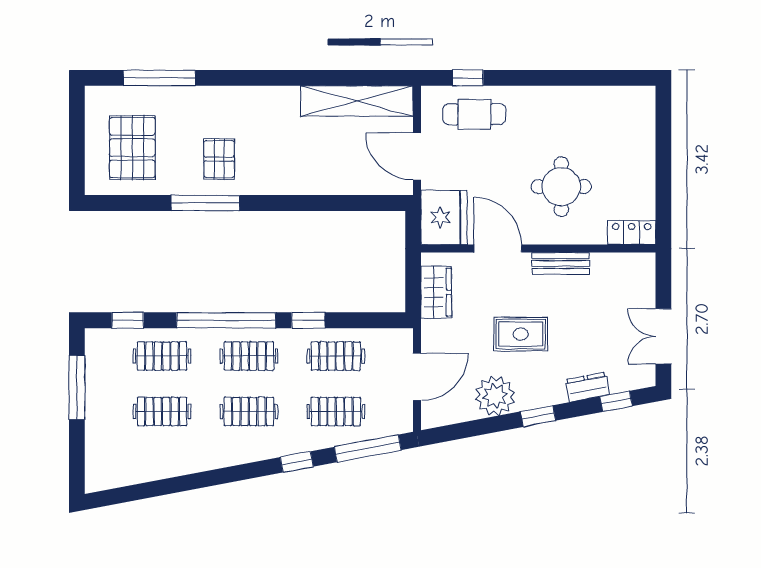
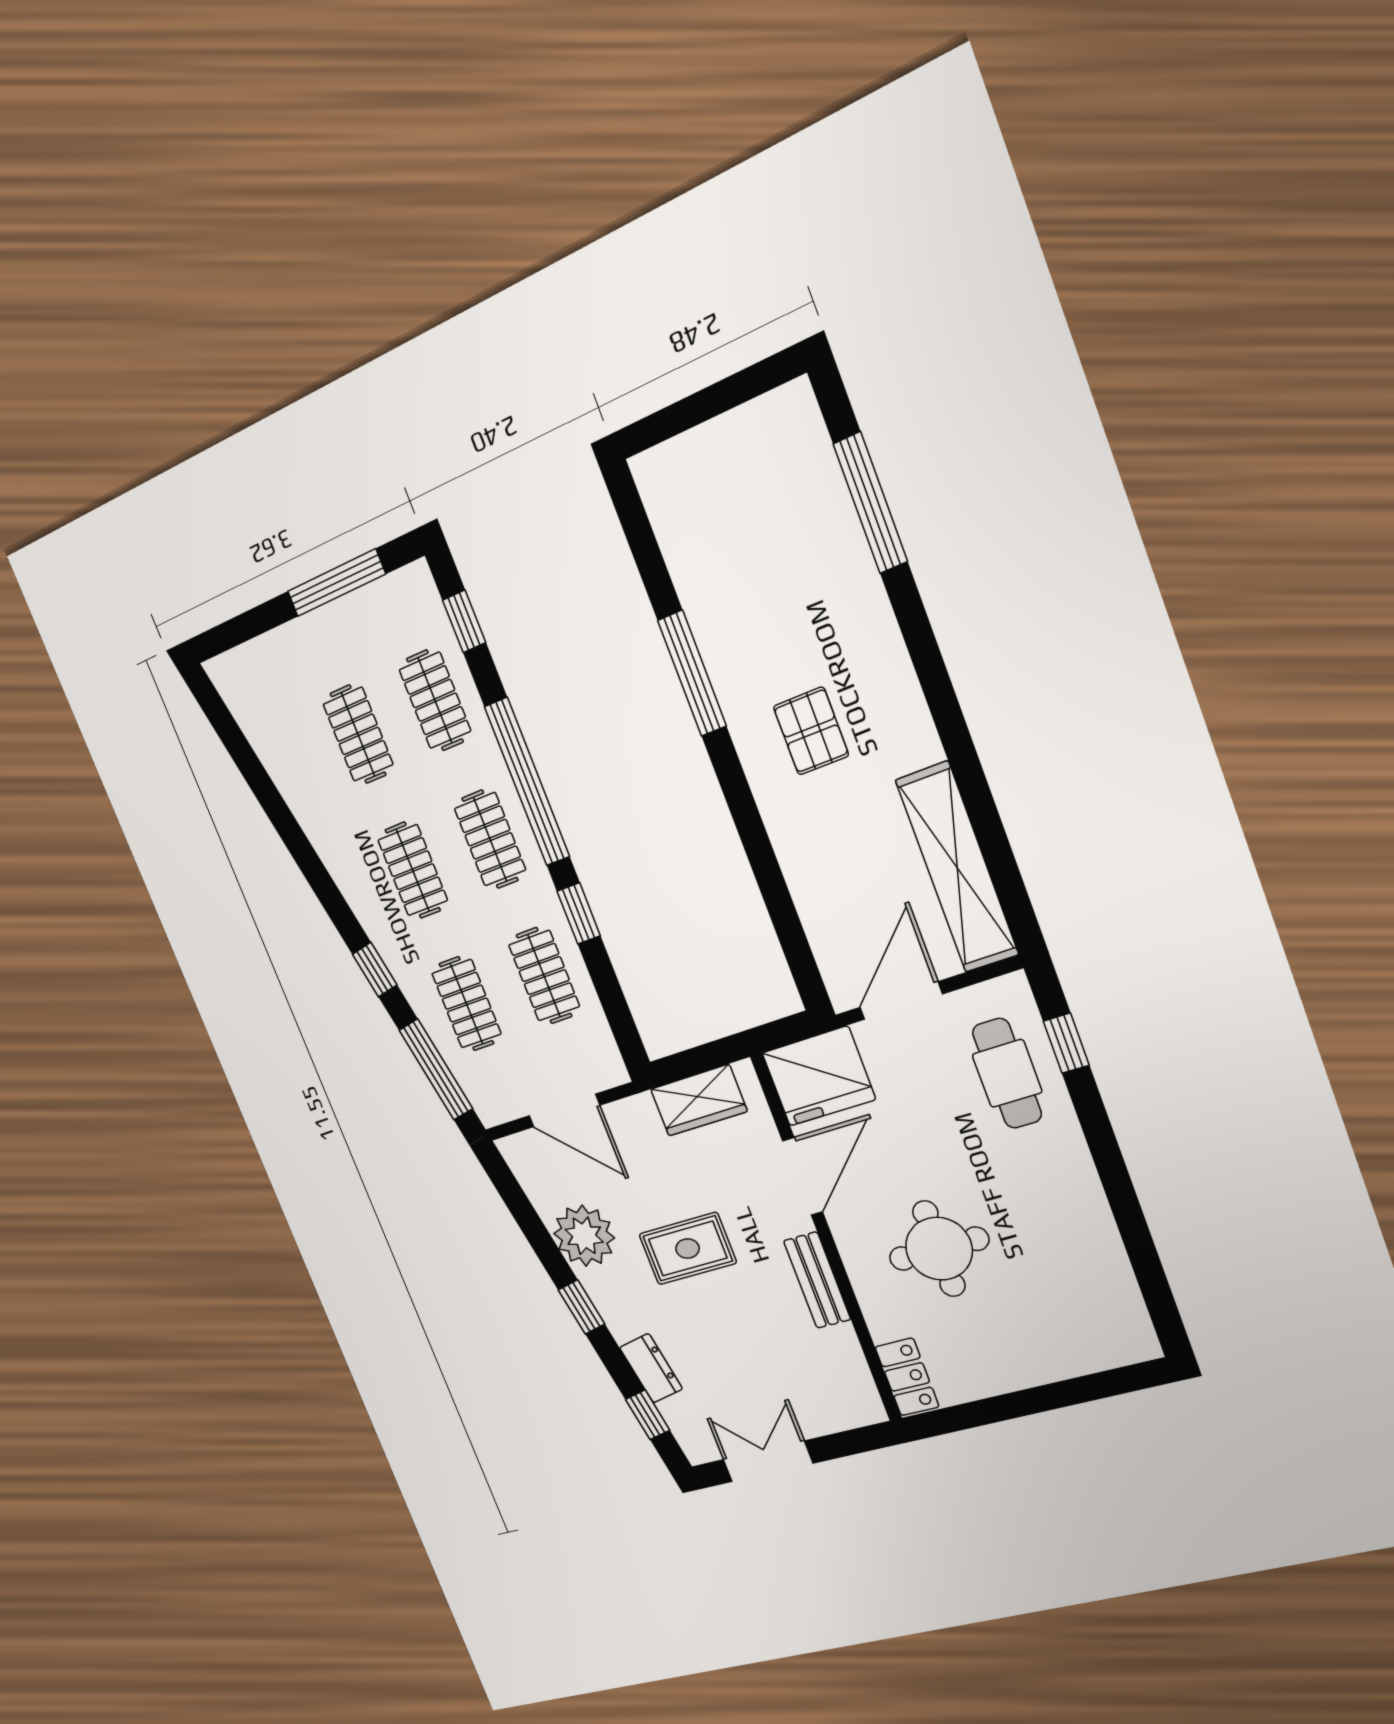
pallet: (132, 148) -> (734, 507), removed
pallet: (219, 159) -> (811, 731), moved, turned 90
rug: (521, 334) -> (688, 1249), turned 90

